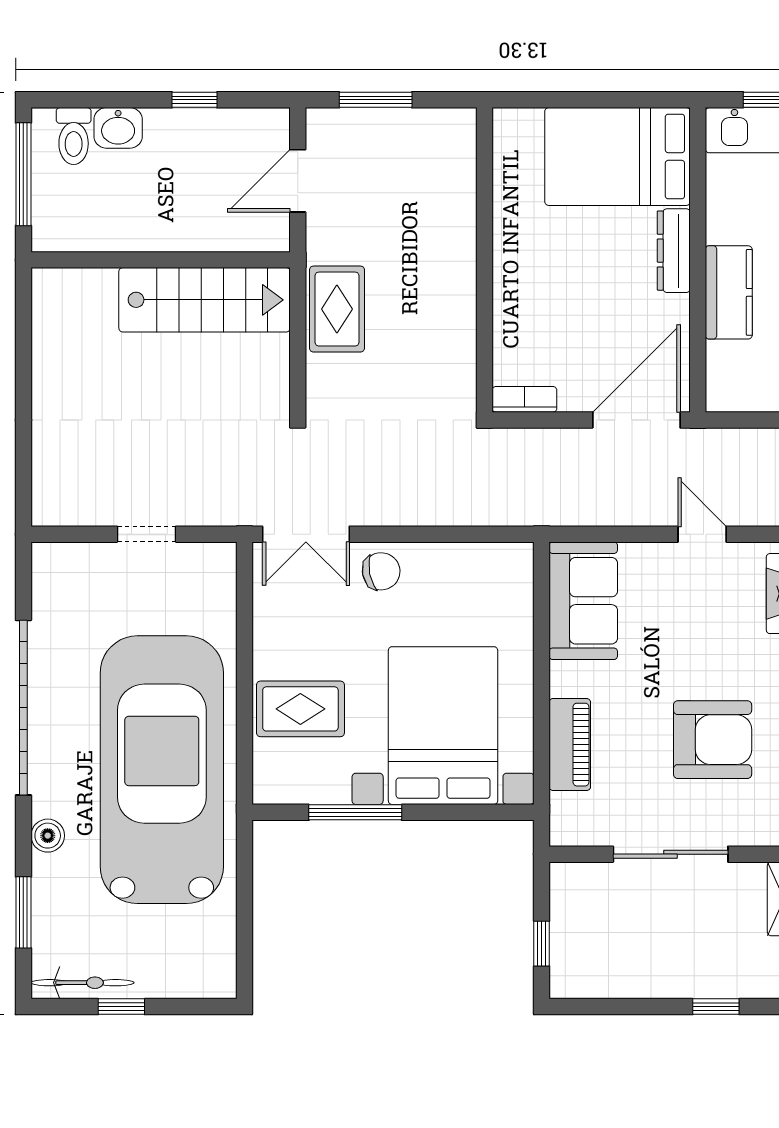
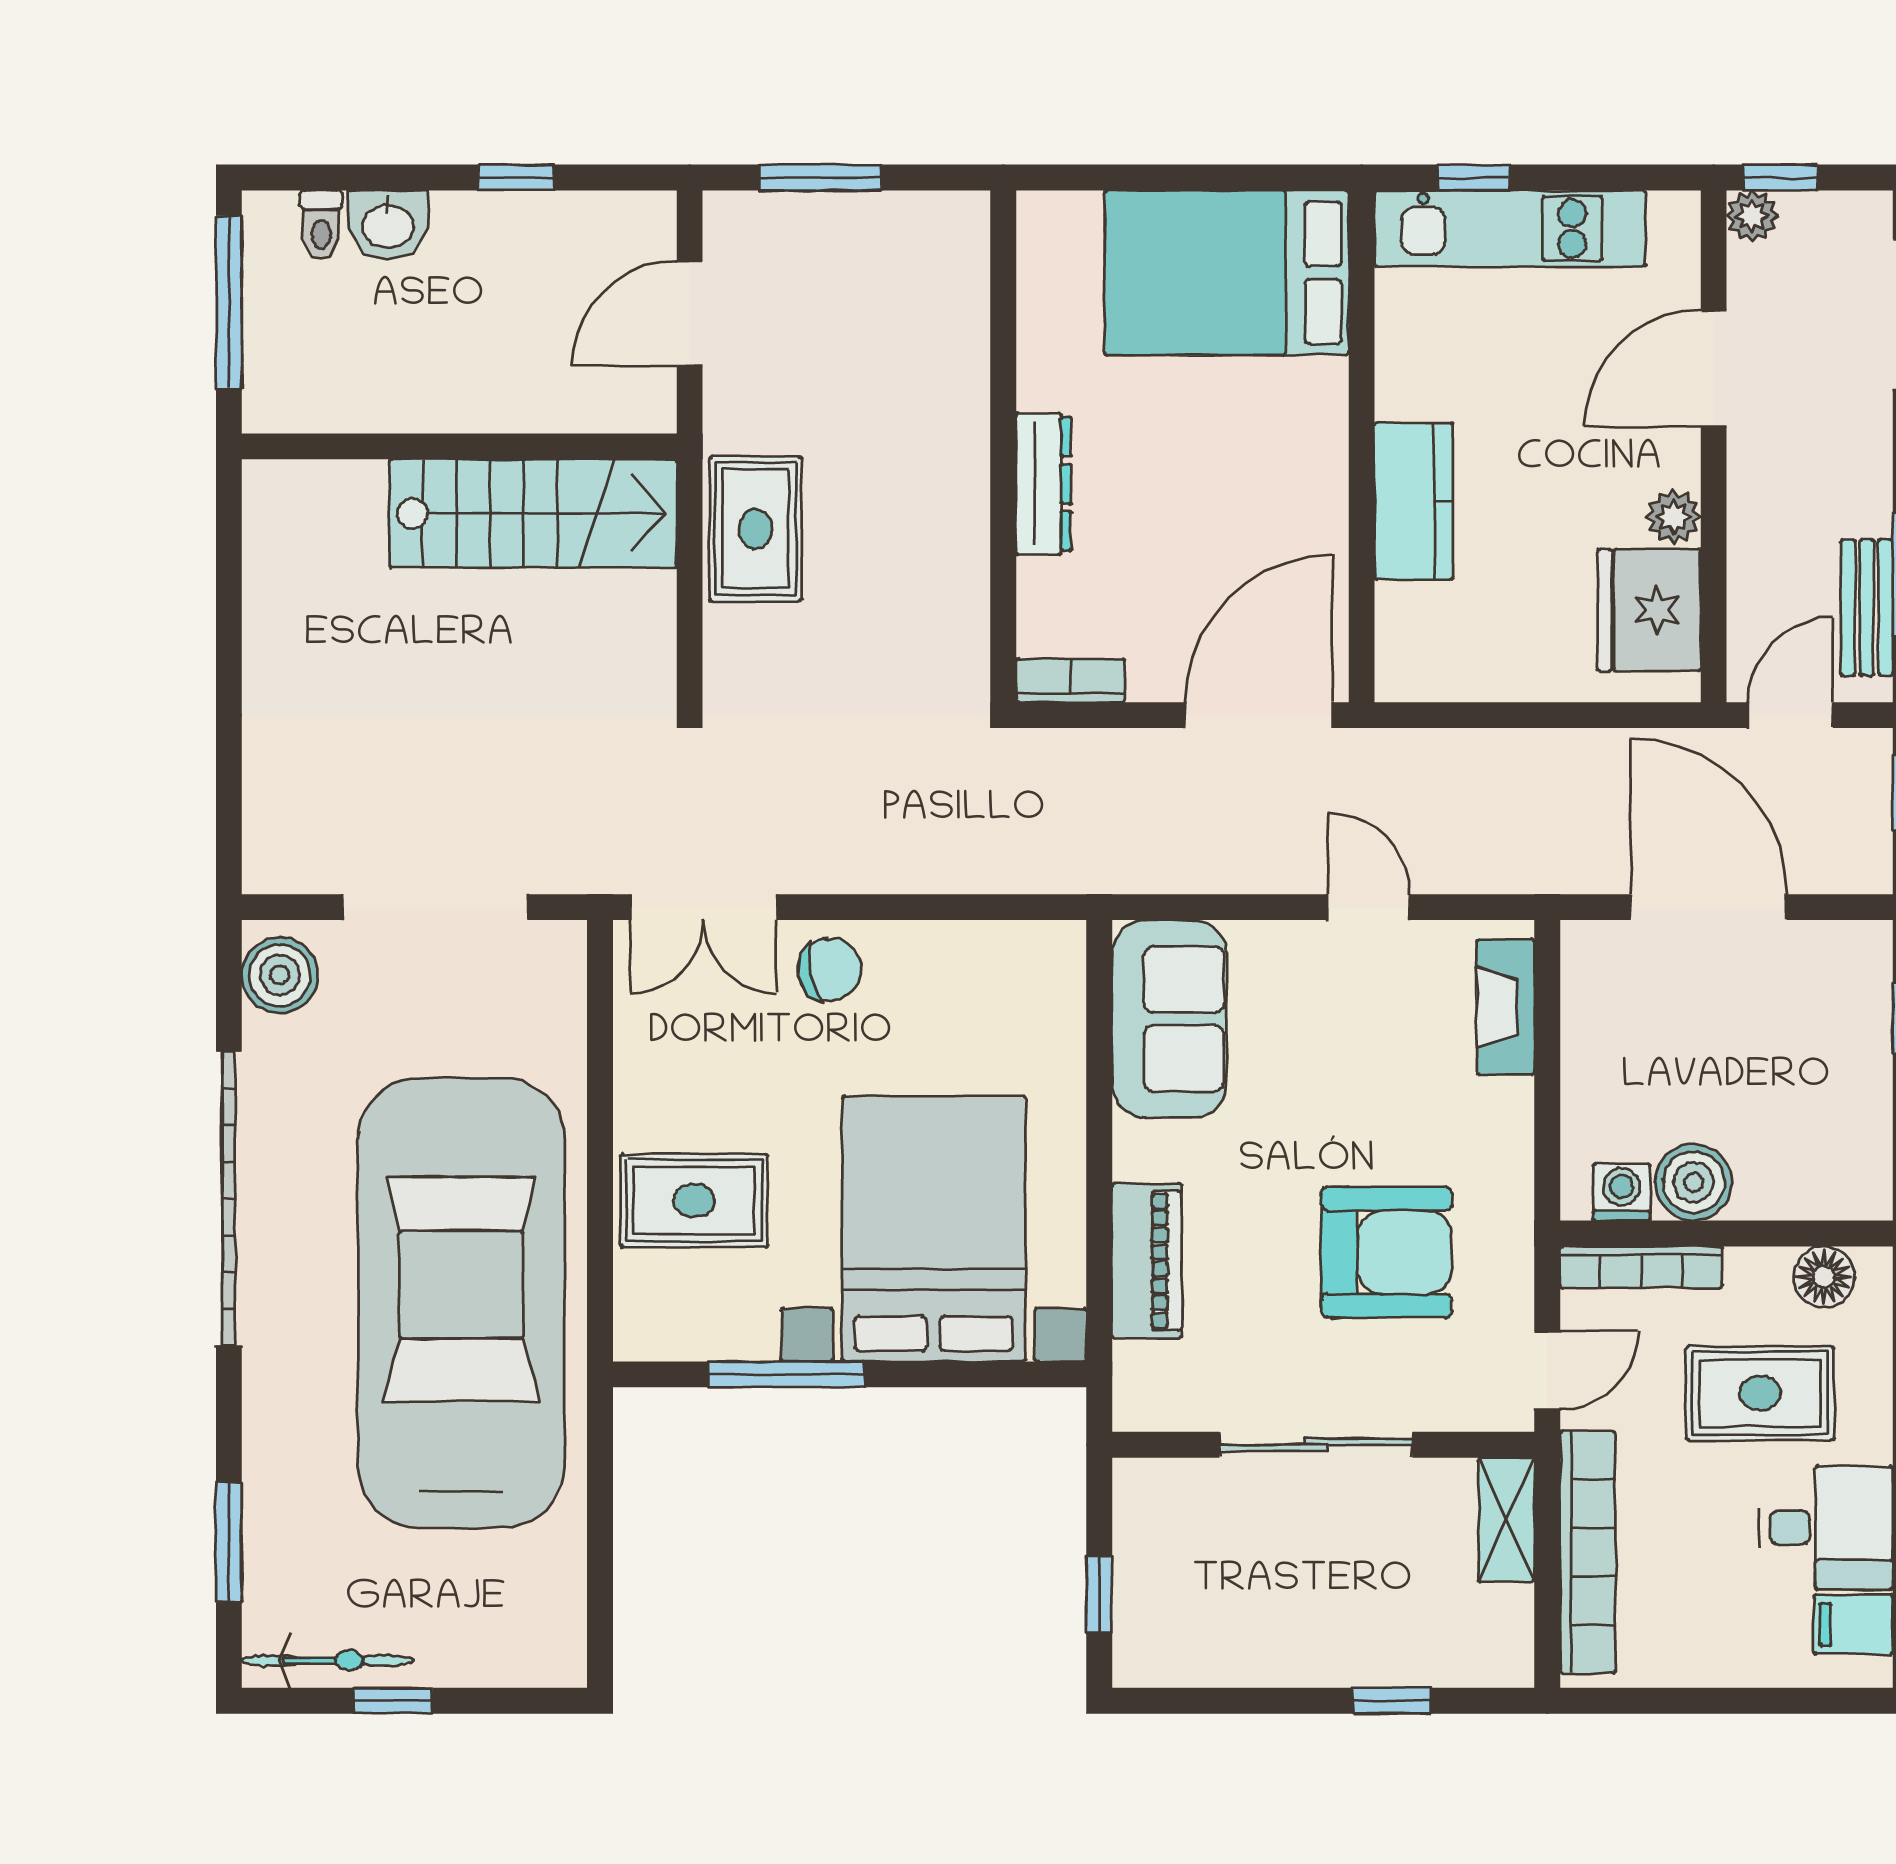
toilet: (74, 136) -> (321, 225), width x0.73, depth x0.72
dresser: (674, 251) -> (1044, 484), moved, turned 180
doorway: (147, 534) -> (436, 907), width x1.88
boiler: (48, 836) -> (280, 975), moved, width x1.36, depth x1.36

